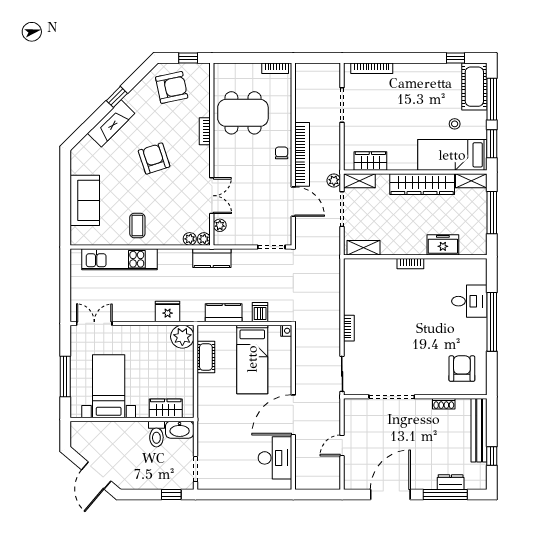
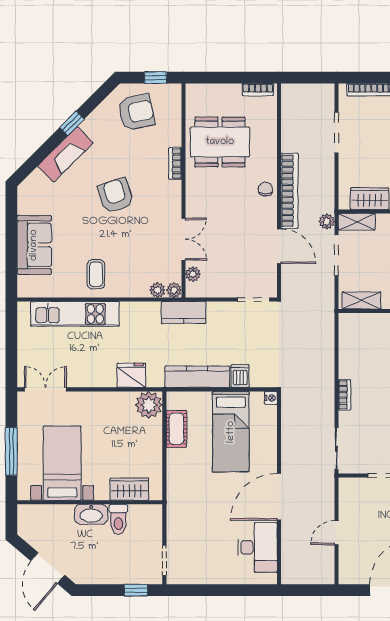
kitchen counter: (224, 313) -> (197, 377), width x1.50
washbasin: (180, 430) -> (91, 514), moved

